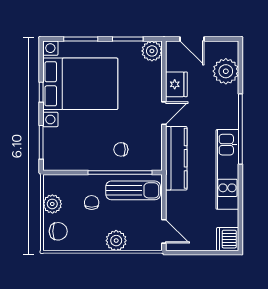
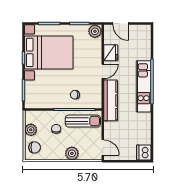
plant: (226, 71) -> (143, 44), removed
kitchen unit: (227, 169) -> (144, 86), moved

